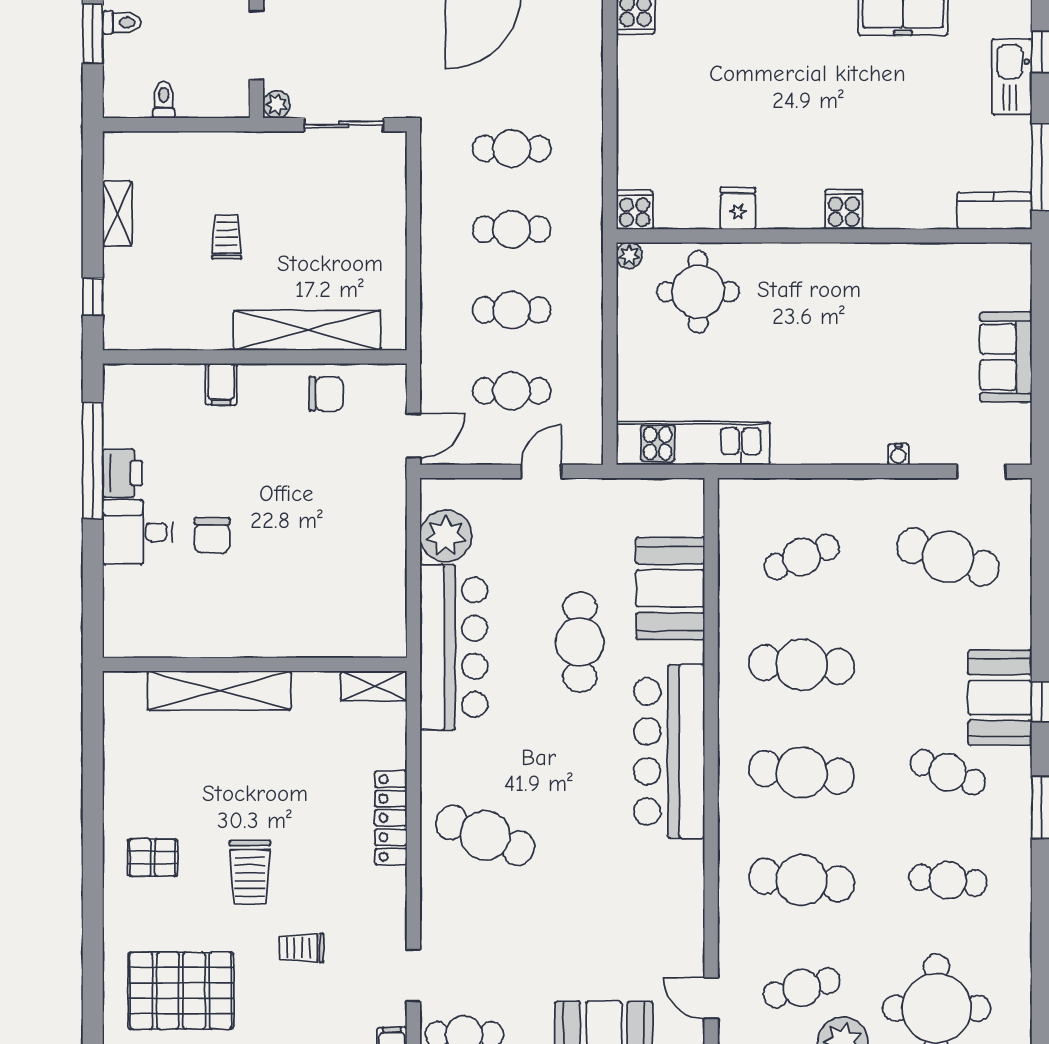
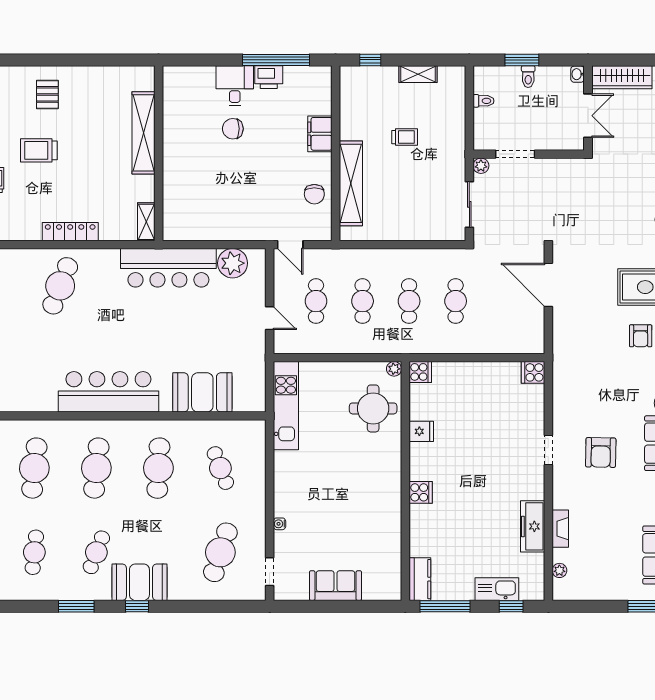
filing cabinet: (221, 384) -> (320, 134), width x2.00
cafe table: (580, 642) -> (171, 340), removed

